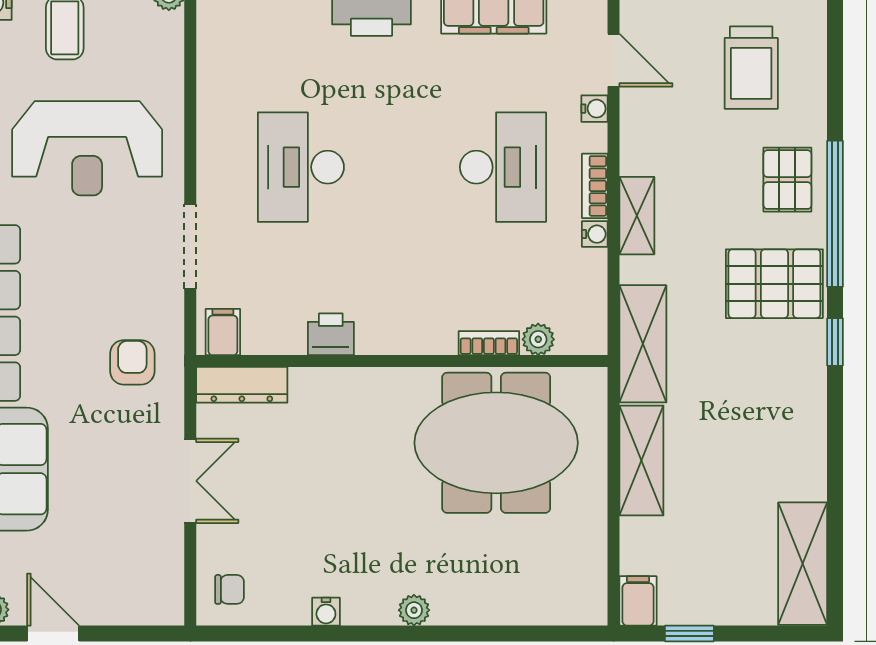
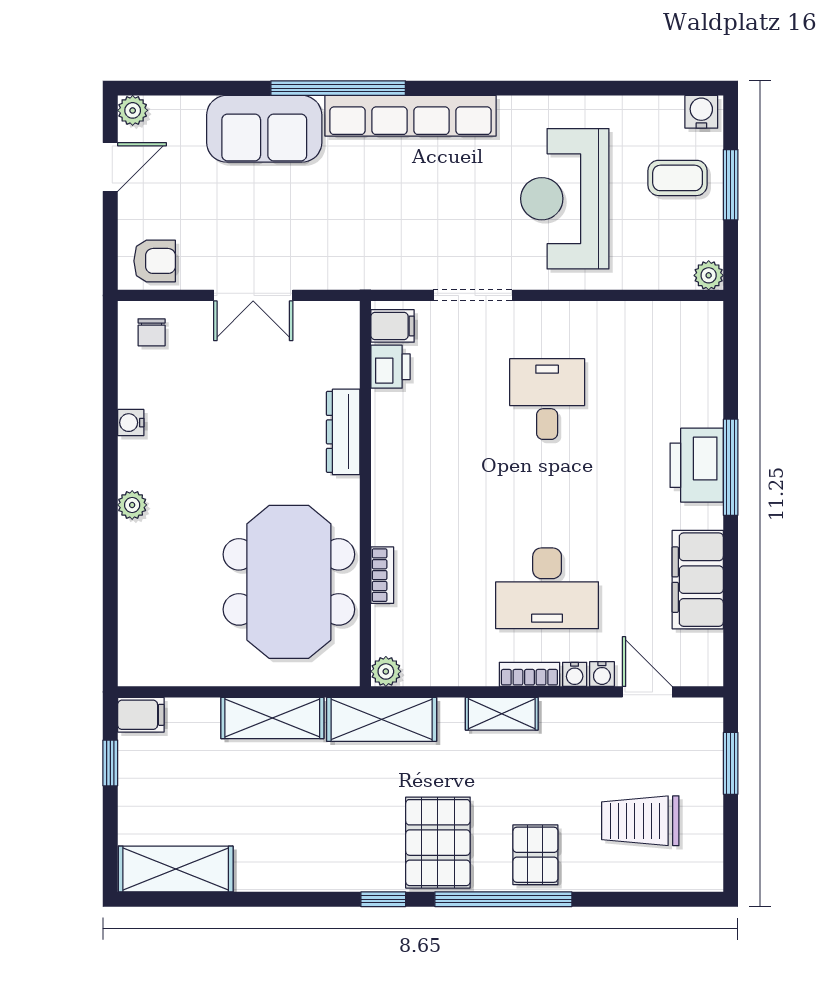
door: (614, 60) -> (647, 692), swing flipped
desk: (301, 167) -> (547, 399), width x0.73
pallet: (787, 180) -> (535, 855), turned 90
water cooler: (595, 234) -> (575, 674), moved
printer: (331, 334) -> (390, 367), moved
plant: (538, 339) -> (386, 671), moved
armchair: (132, 362) -> (155, 261), moved
dresser: (242, 385) -> (343, 432), moved

